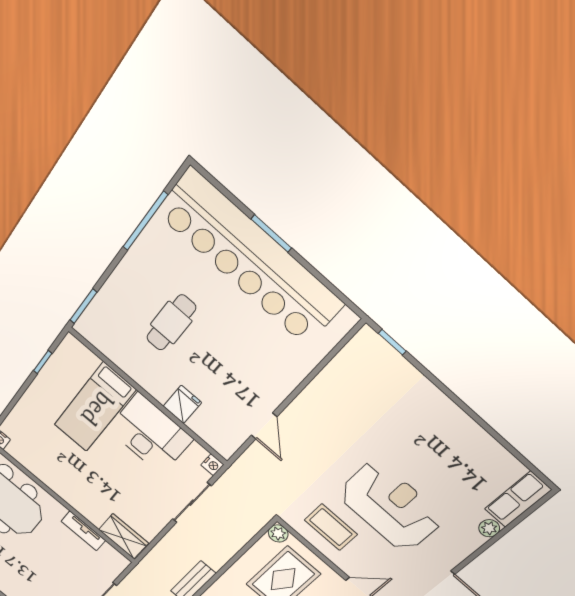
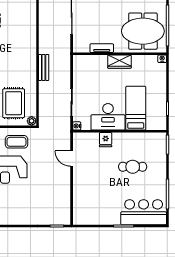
bar counter: (250, 258) -> (144, 212), width x0.54
cafe table: (171, 323) -> (133, 167), turned 90
wardrobe: (124, 536) -> (119, 62), moved

